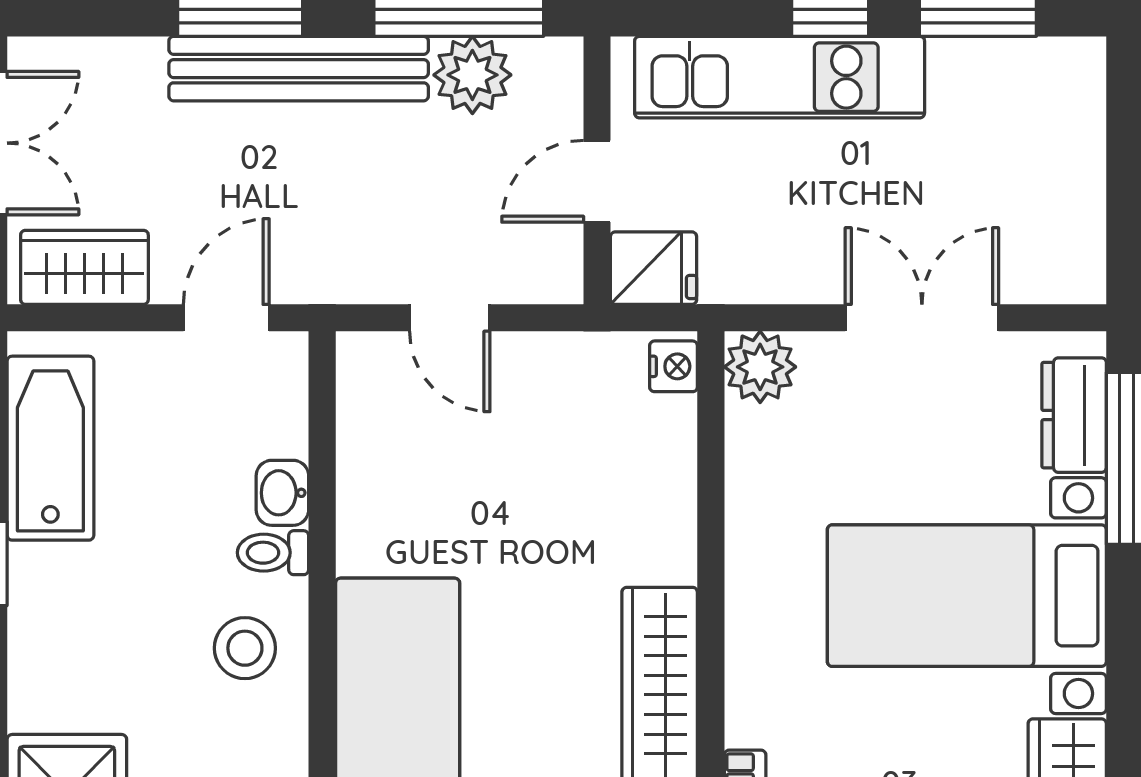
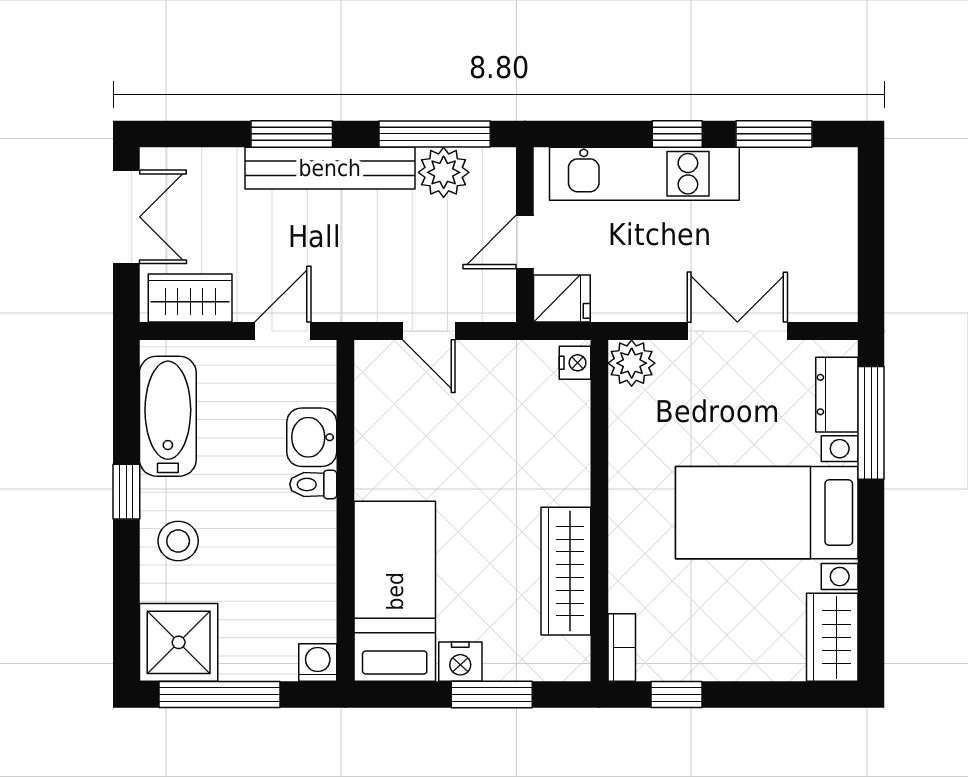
washbasin: (282, 493) -> (312, 437), width x1.38, depth x1.45
stool: (245, 648) -> (178, 541), moved

